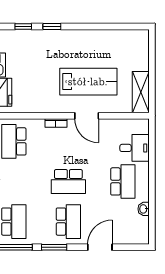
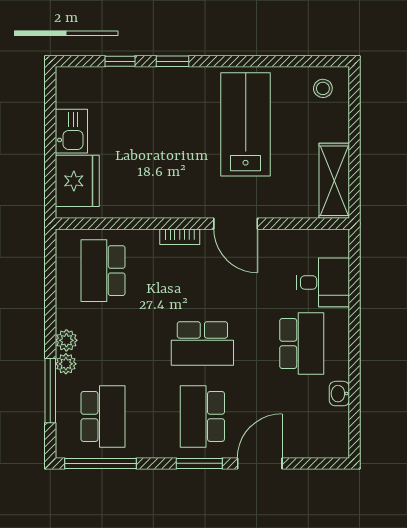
stool: (135, 41) -> (323, 88), added
lab bench: (88, 82) -> (246, 124), moved, turned -90
school desk: (68, 222) -> (202, 416), turned 180
window: (54, 247) -> (199, 463), moved

